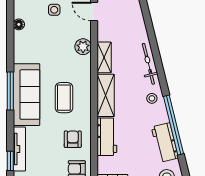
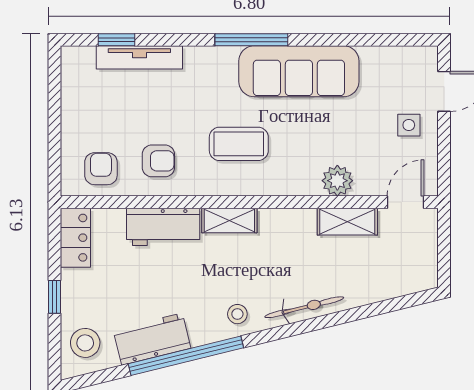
floor lamp: (19, 24) -> (380, 56), removed
shelving: (104, 57) -> (347, 222), moved
sofa: (26, 95) -> (299, 71), moved
shelving: (106, 95) -> (229, 220), width x0.67, depth x0.75

